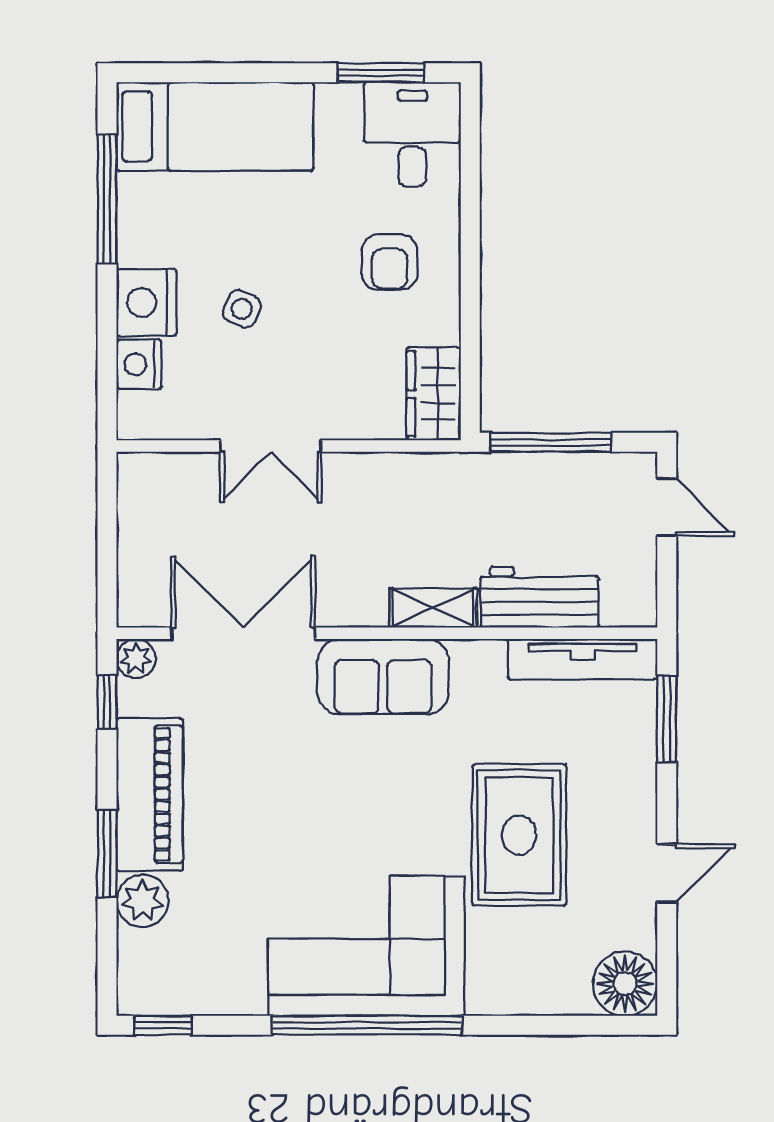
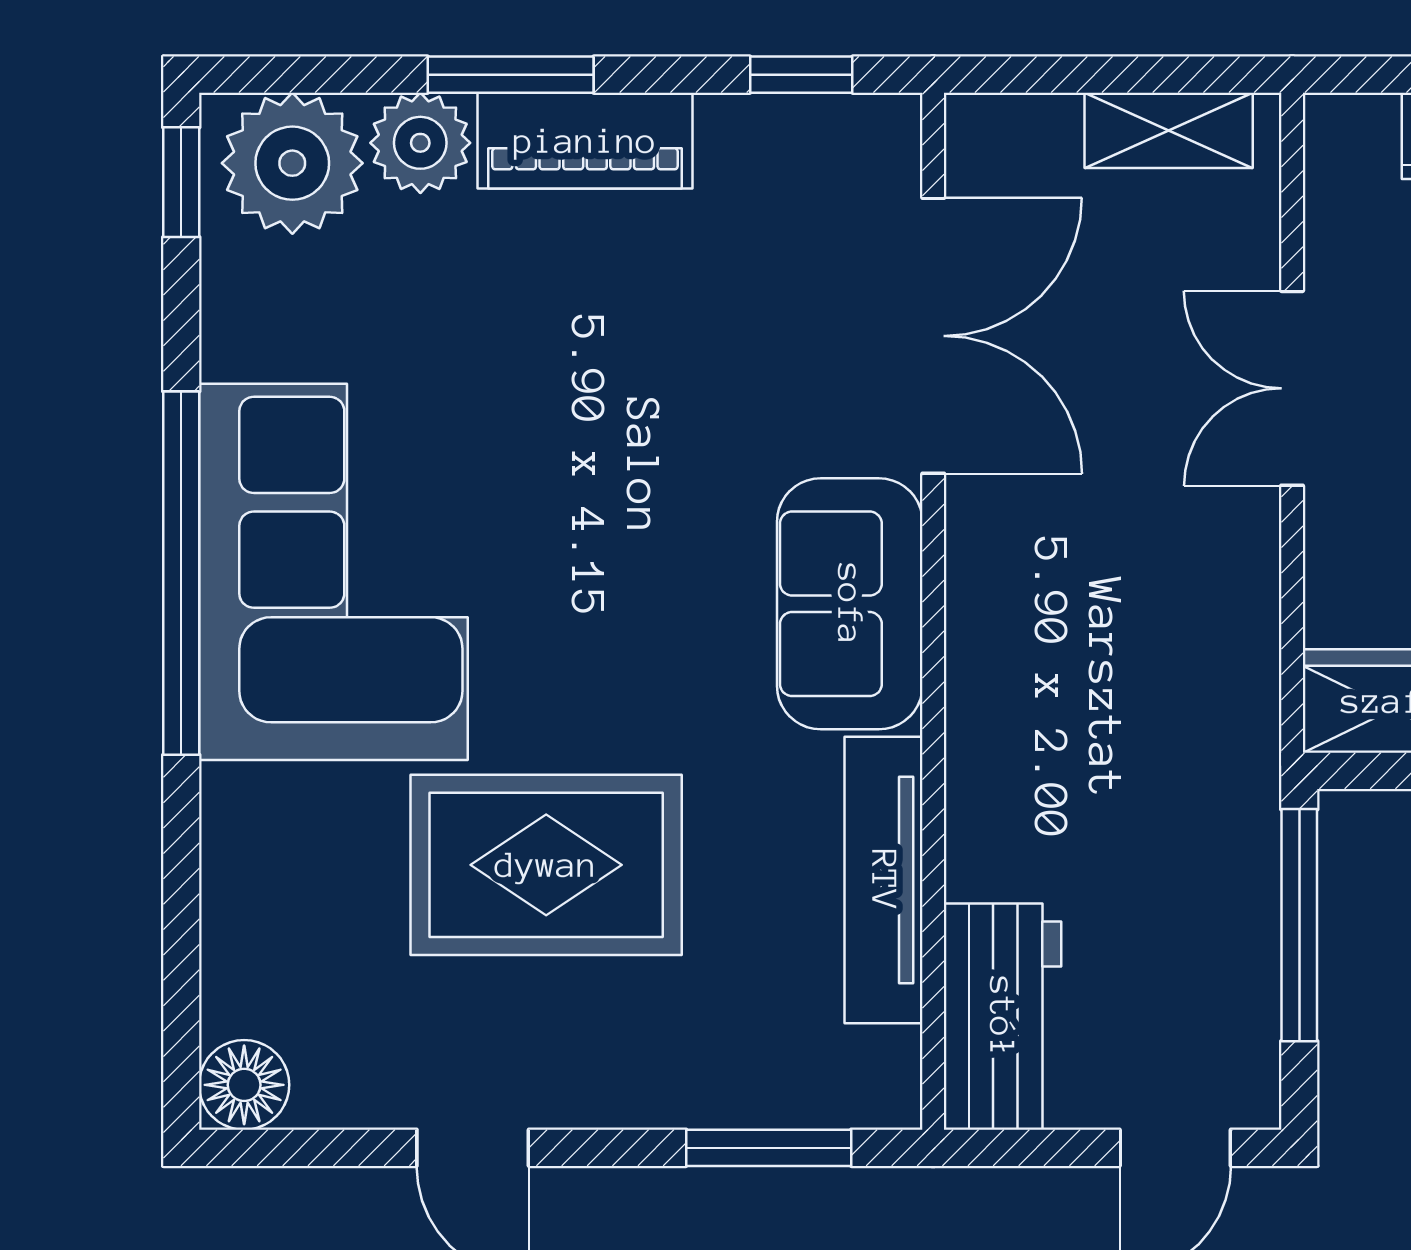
workbench: (540, 597) -> (1002, 1017), moved
shelving: (433, 608) -> (1169, 130), moved, turned 90
plant: (136, 658) -> (292, 163), moved, width x1.88, depth x1.88
tv unit: (583, 659) -> (884, 880), moved
piano: (150, 794) -> (585, 141), width x0.73, depth x0.75
floor lamp: (625, 984) -> (244, 1085), width x0.73, depth x0.73

